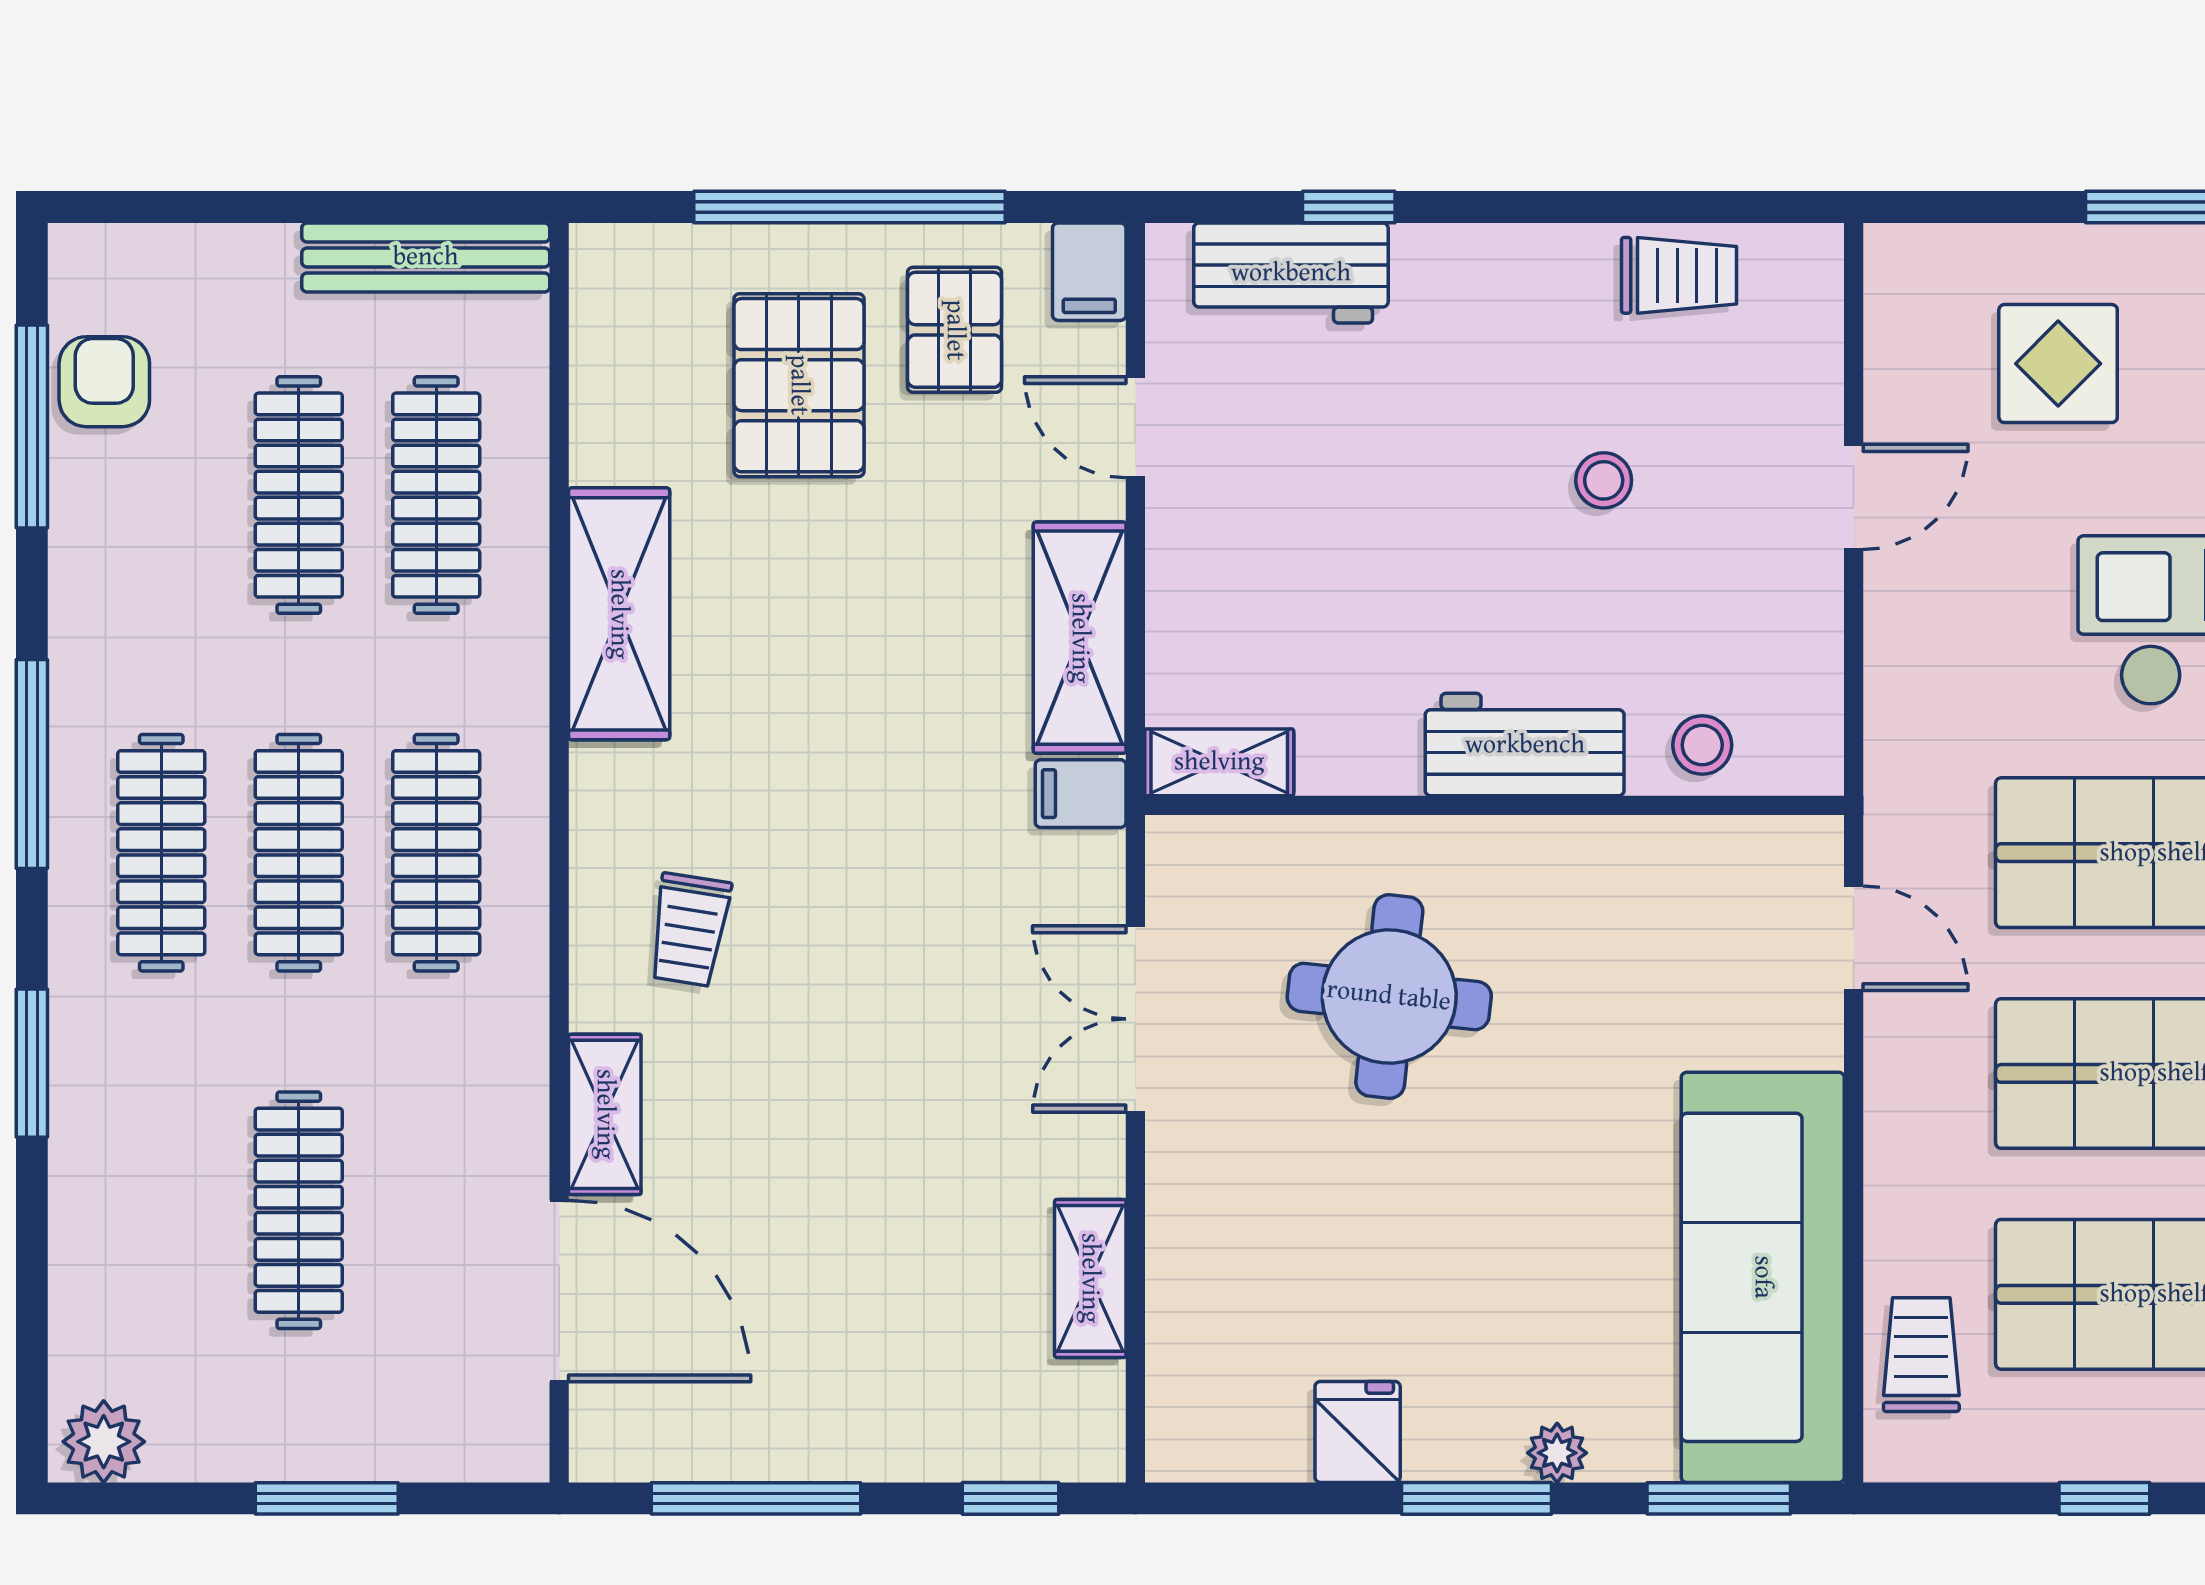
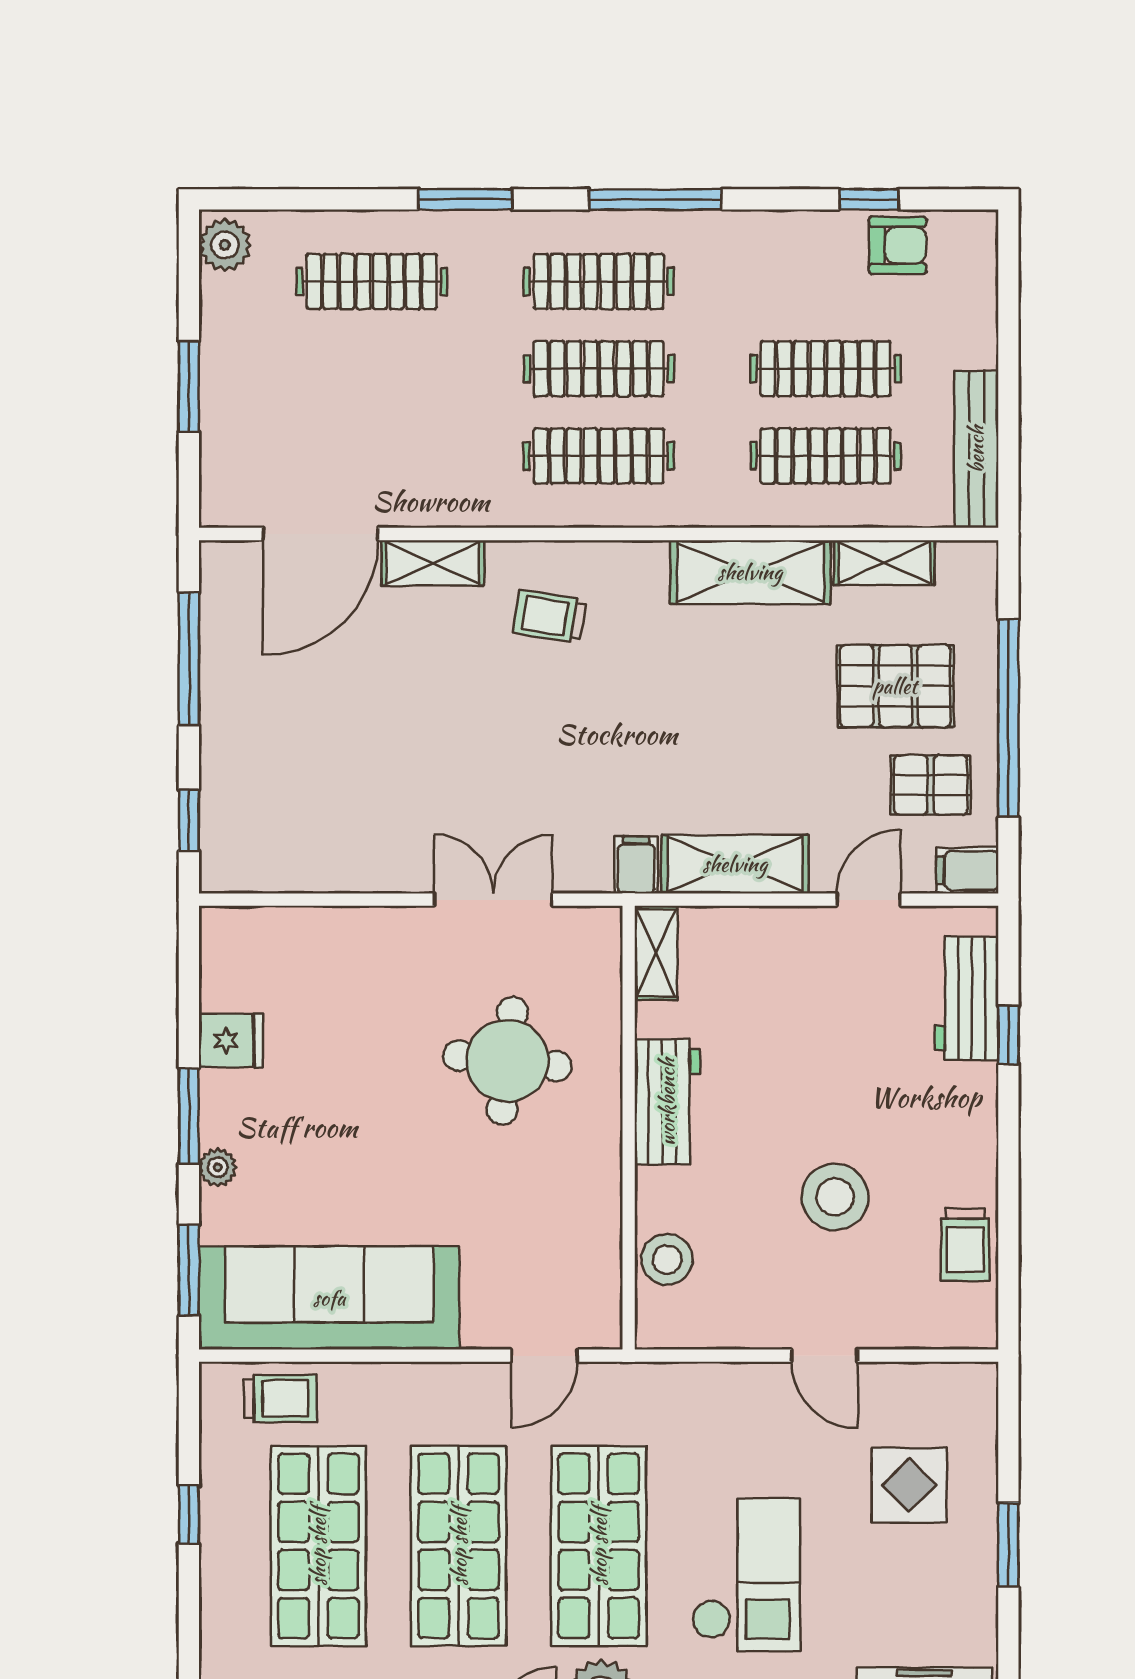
window: (32, 426) -> (869, 199), width x0.46
stool: (1604, 480) -> (835, 1197), width x1.89, depth x1.89
workbench: (1525, 745) -> (667, 1102), moved
stool: (1702, 745) -> (667, 1259), width x1.37, depth x1.37
clothes rail: (299, 1210) -> (372, 281), moved
shelving: (1090, 1278) -> (885, 563), moved

